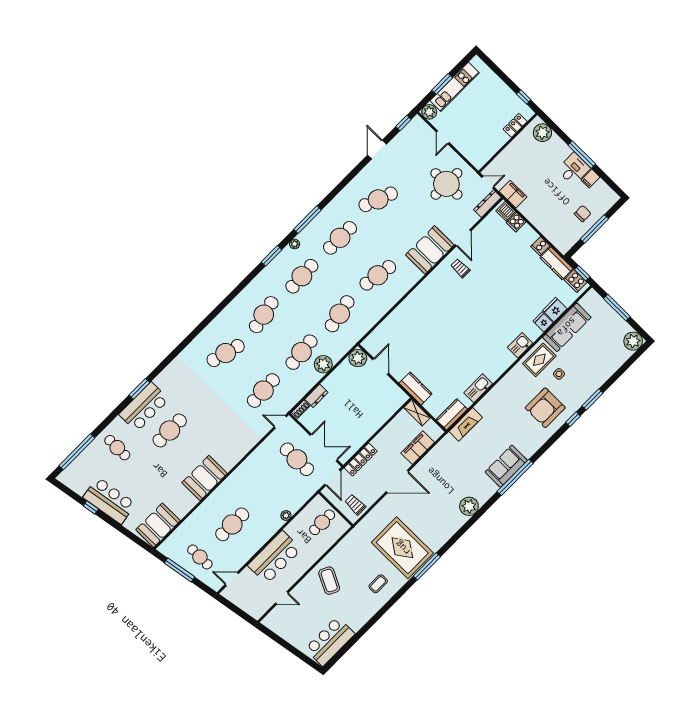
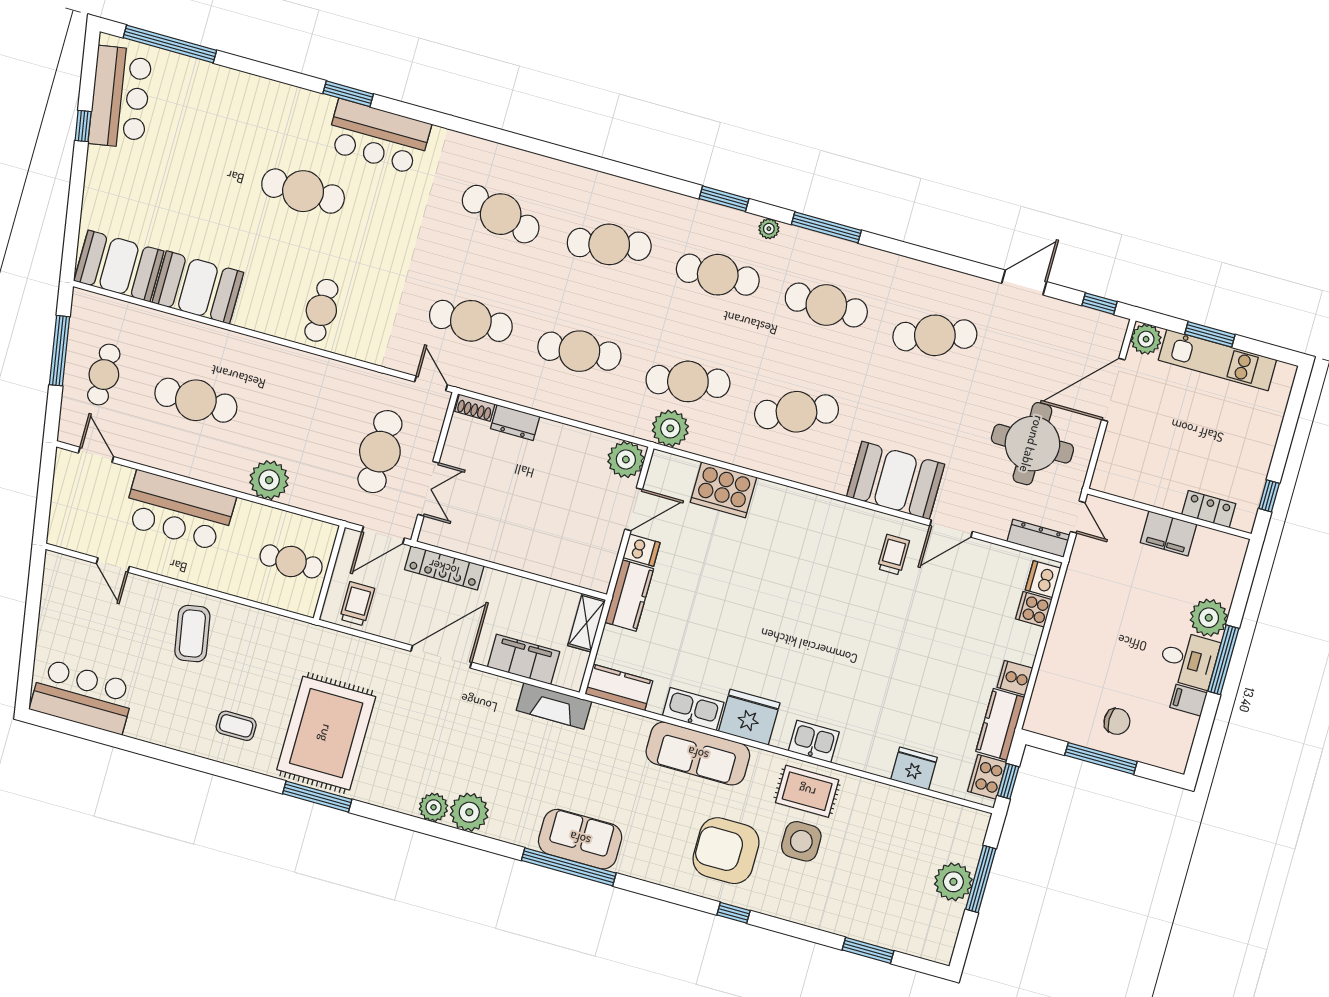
plant: (542, 133) -> (1209, 618), moved
door: (443, 137) -> (1113, 390), width x1.88
filing cabinet: (513, 194) -> (1168, 533), moved, turned 90
cafe table: (378, 199) -> (935, 335), turned -39
cafe table: (378, 275) -> (797, 412), turned -30
fridge: (543, 322) -> (749, 717), moved, width x1.88, depth x1.34
cooker: (393, 324) -> (723, 490), added
sofa: (567, 327) -> (698, 754), moved
plant: (633, 341) -> (953, 882), moved
plant: (323, 364) -> (670, 428), moved
dishwasher: (399, 373) -> (642, 550), added
side table: (559, 374) -> (801, 841), width x1.87, depth x1.87
window: (593, 399) -> (868, 950), moved
bar counter: (144, 407) -> (378, 137), moved
fireplace: (466, 424) -> (554, 706), moved
cafe table: (117, 448) -> (321, 310), moved
double door: (324, 448) -> (428, 489), width x0.73
booth: (205, 478) -> (198, 288), moved
door: (397, 482) -> (441, 657), swing flipped
bar counter: (109, 501) -> (120, 97), moved
plant: (286, 516) -> (269, 480), width x1.87, depth x1.87
plant: (459, 520) -> (434, 807), added
coffee table: (329, 581) -> (192, 634), turned -36

